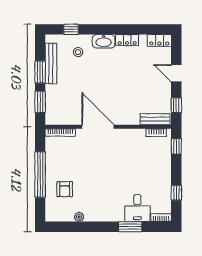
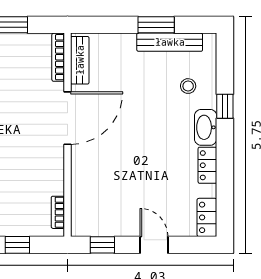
window: (71, 29) -> (225, 106), moved
door: (176, 73) -> (154, 245), hinge flipped
window: (40, 102) -> (108, 25), removed
bench: (155, 119) -> (80, 60), moved
window: (176, 146) -> (17, 245), moved

